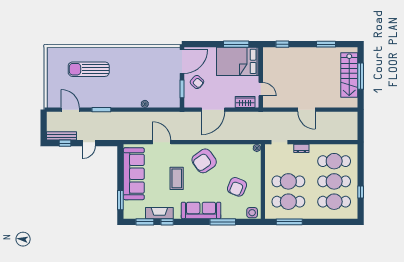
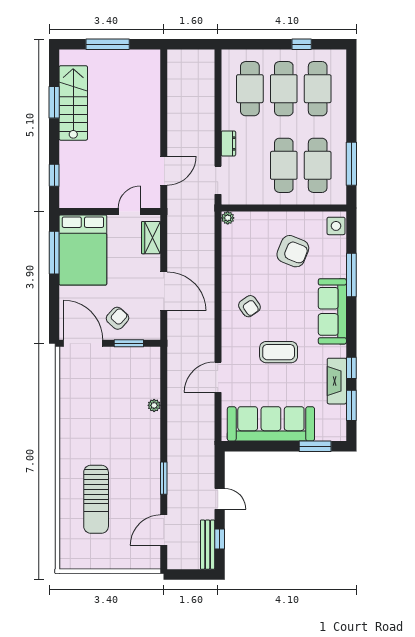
stairs: (349, 75) -> (73, 103), moved, turned -90
door: (306, 110) -> (164, 171), moved
armchair: (204, 161) -> (249, 306), width x0.53, depth x0.53

